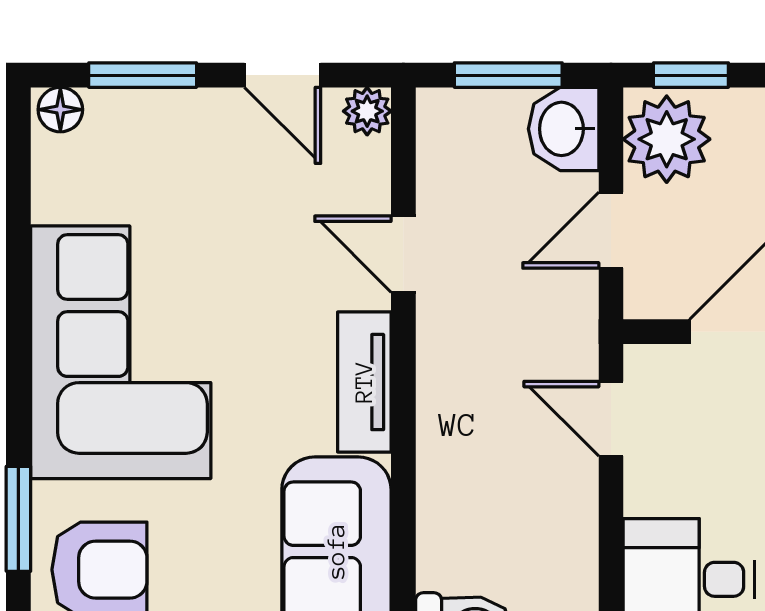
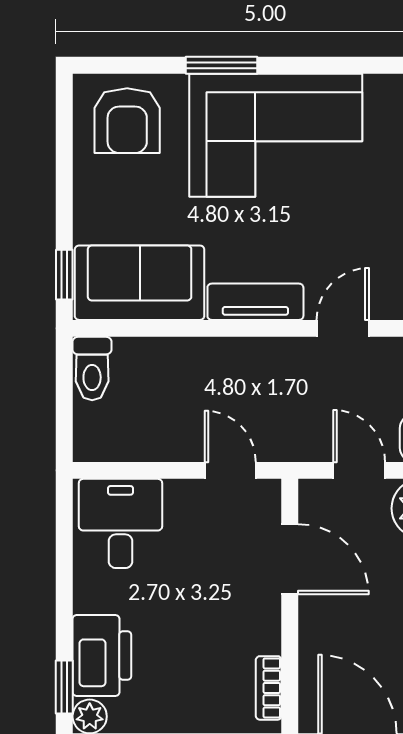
door: (611, 419) -> (230, 470), hinge flipped
window: (18, 519) -> (222, 65), moved

